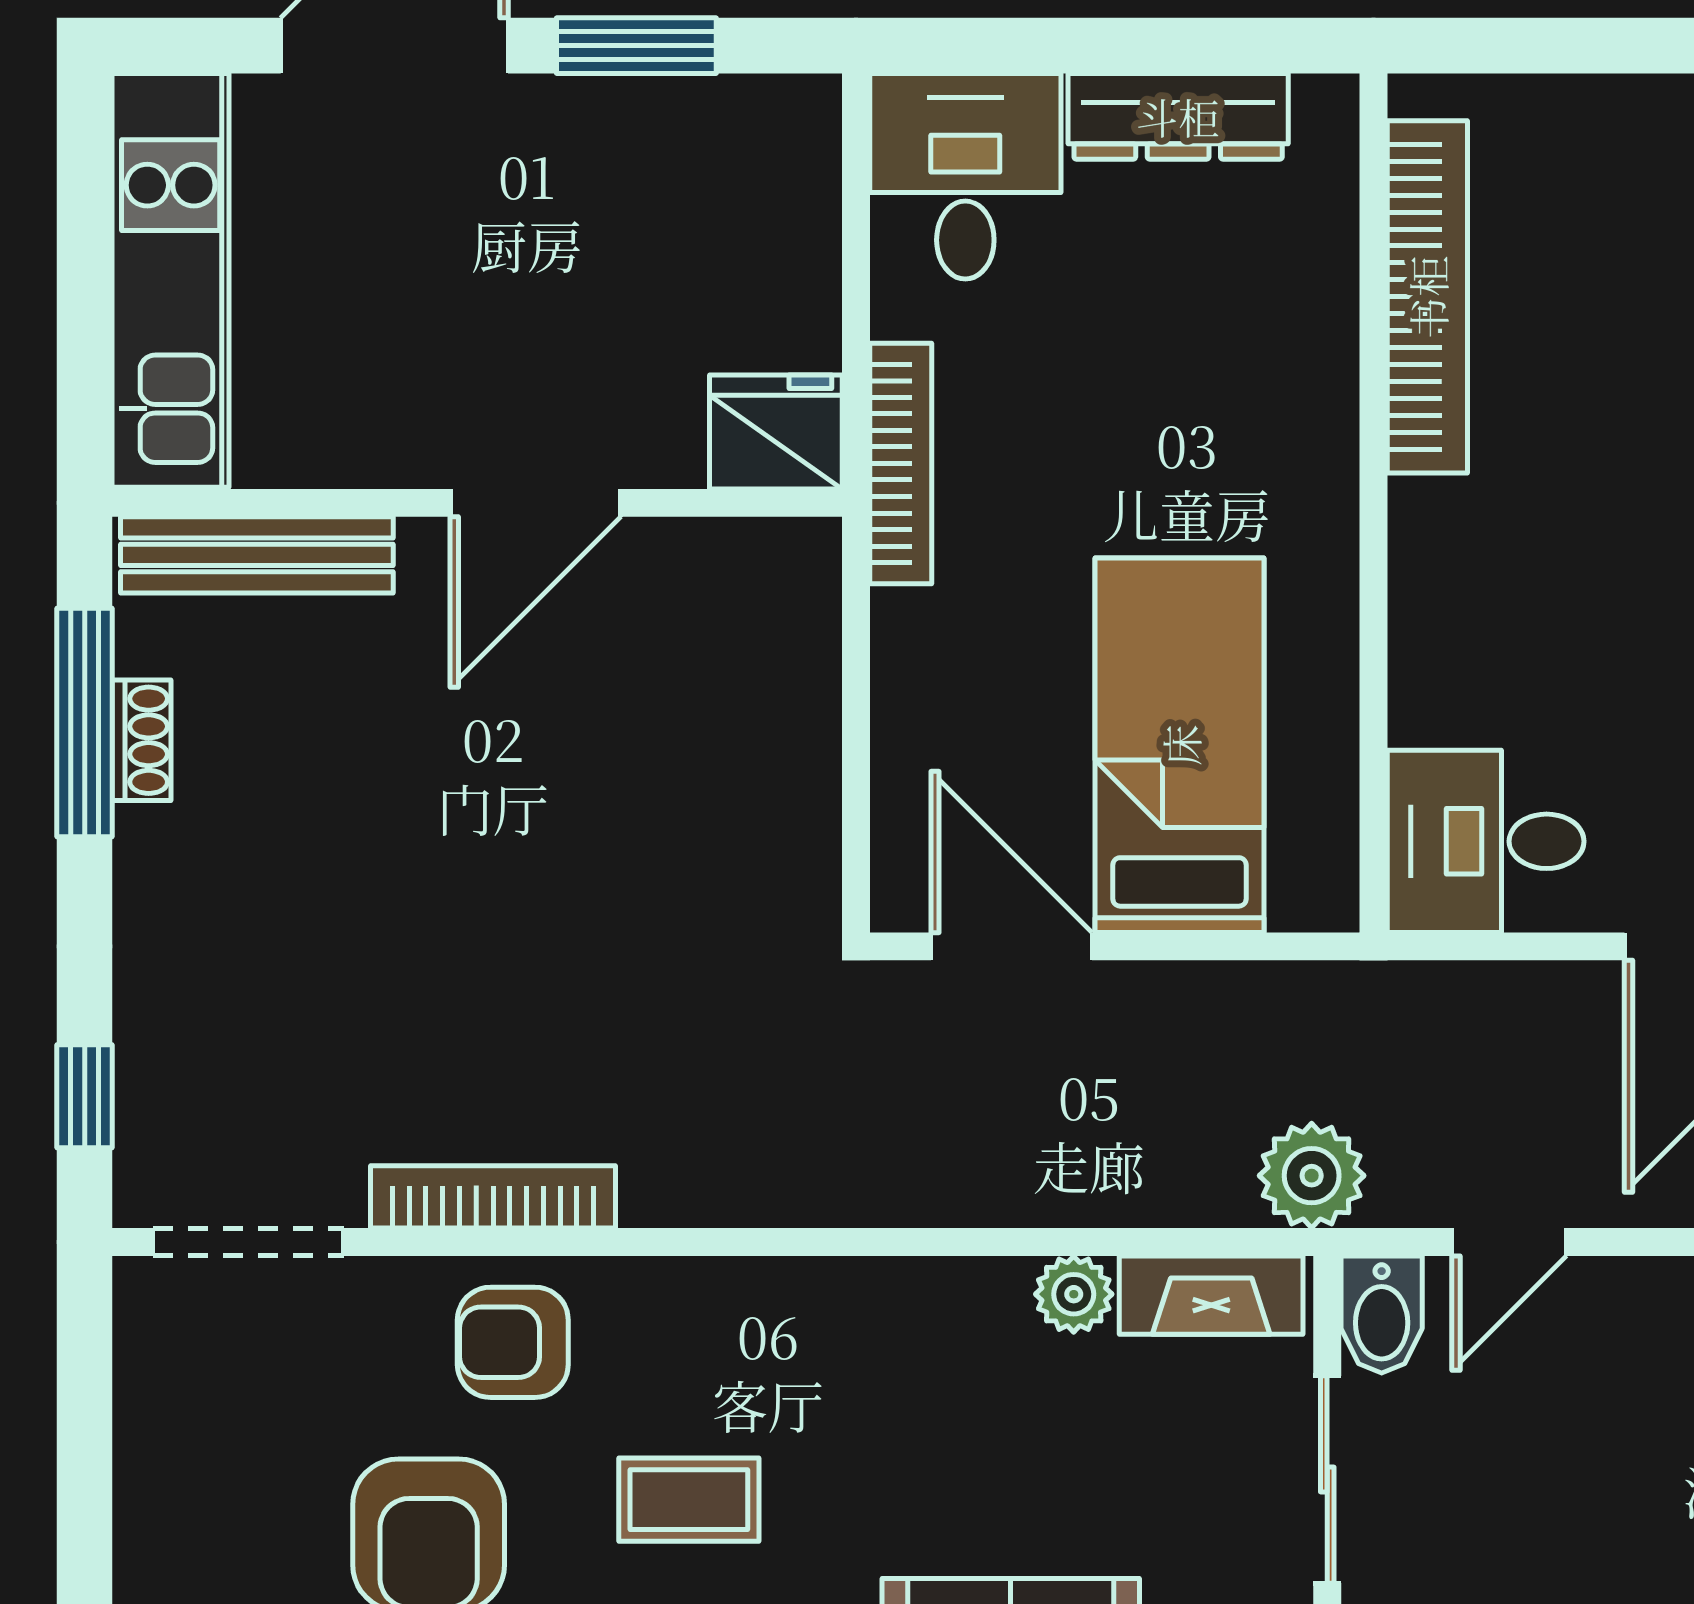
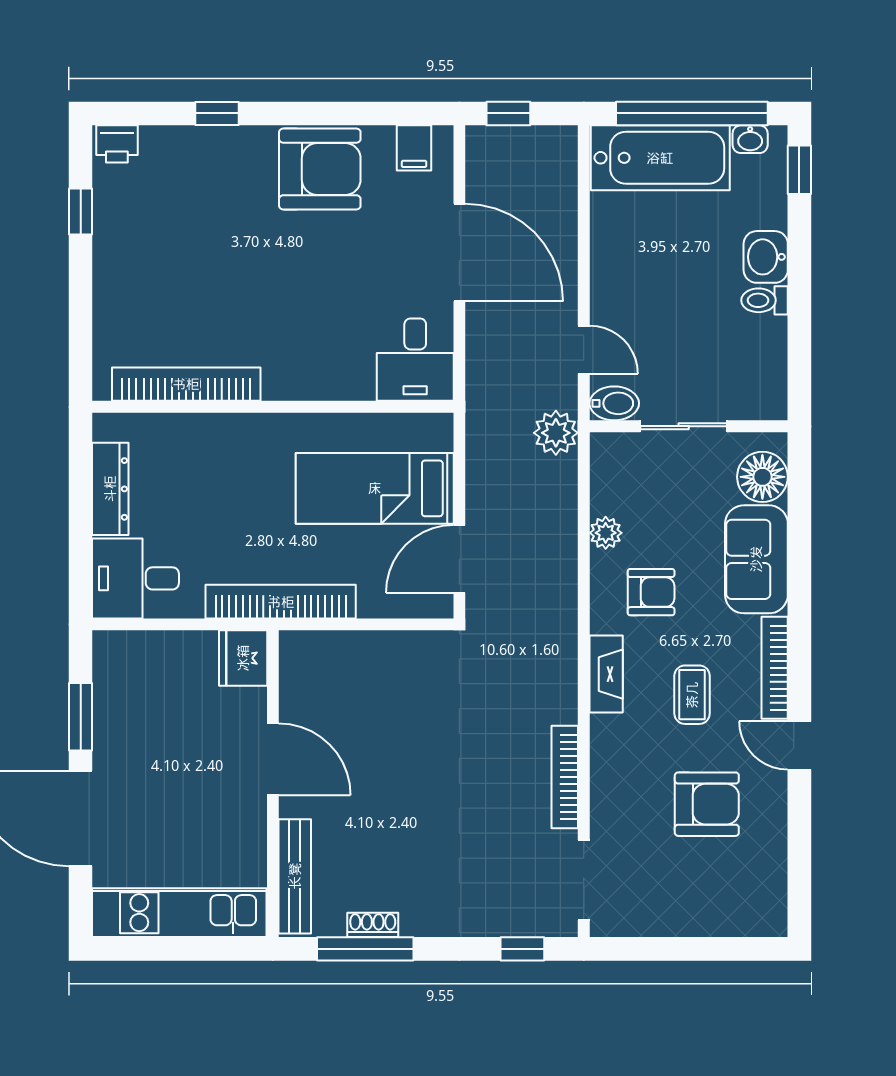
bookcase: (901, 463) -> (281, 602), width x1.48, depth x1.31
fireplace: (1211, 1295) -> (606, 674), moved
armchair: (513, 1342) -> (651, 592), moved, turned -90

